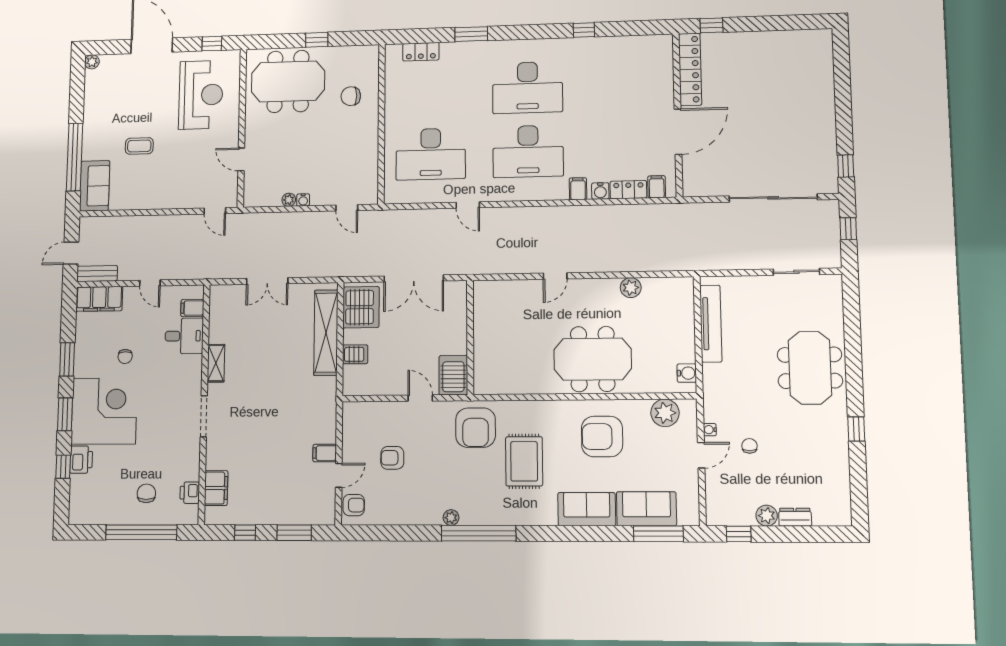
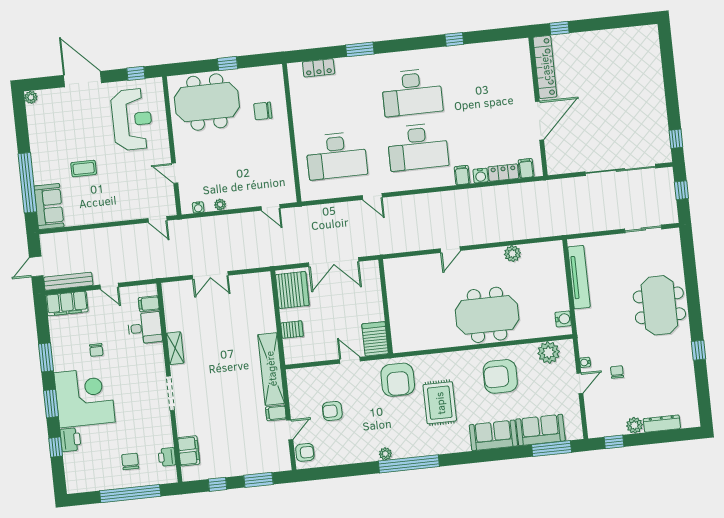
water cooler: (303, 200) -> (198, 207), moved
bench: (97, 274) -> (68, 281), width x1.36
shelving: (326, 333) -> (271, 369), moved
dresser: (795, 517) -> (662, 424), width x1.44

